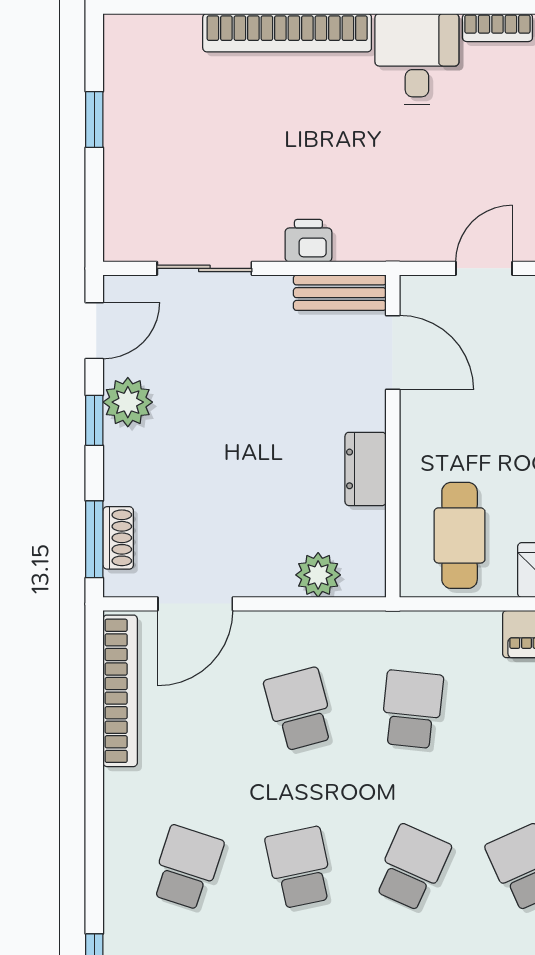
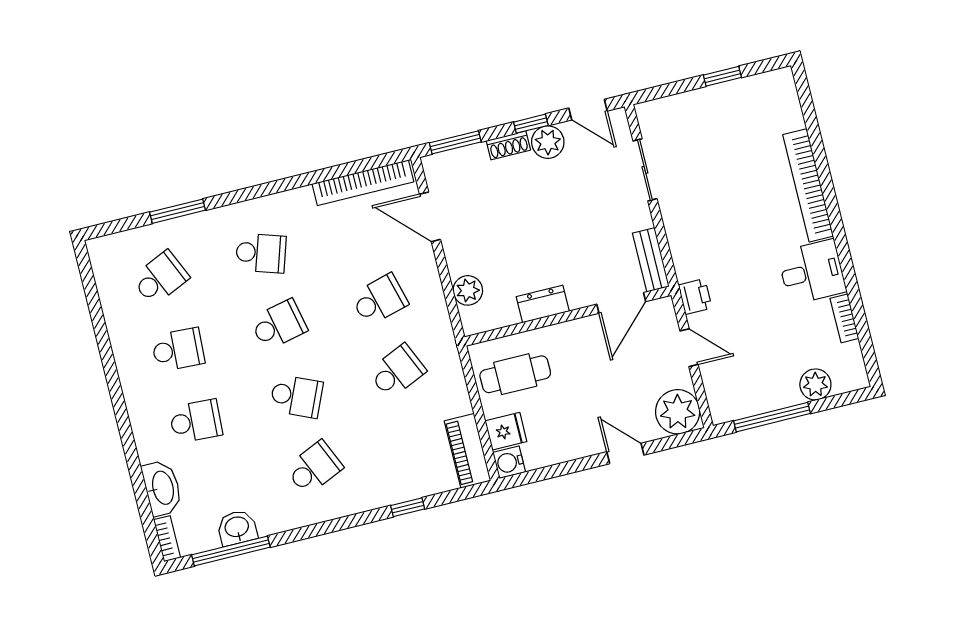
printer: (308, 241) -> (695, 297), moved
shoe rack: (118, 538) -> (508, 145), moved
school desk: (412, 709) -> (397, 371), turned -30

